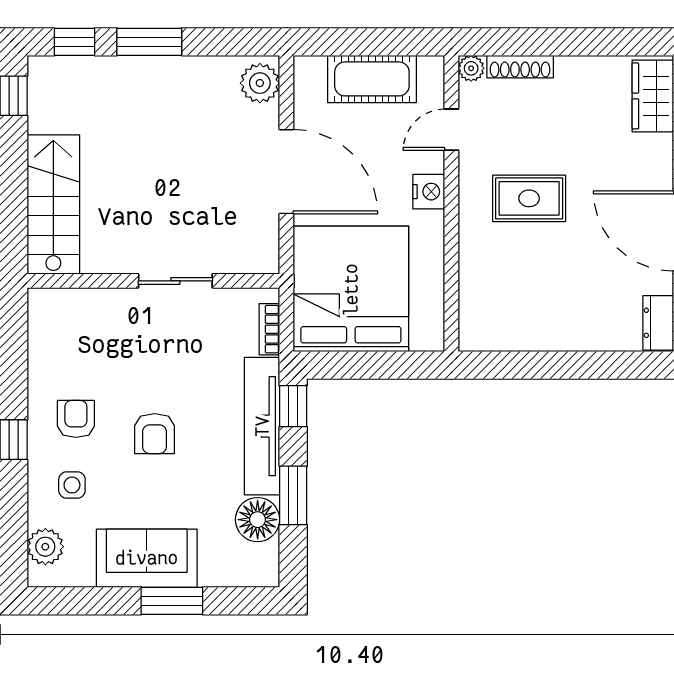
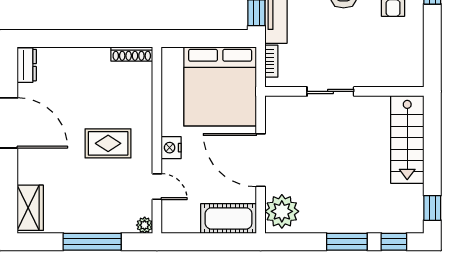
window: (554, 42) -> (92, 242), added
shoe rack: (520, 67) -> (132, 54), moved, turned 180
cot: (372, 79) -> (229, 218), moved
plant: (260, 83) -> (282, 211), width x1.36, depth x1.36
door: (451, 130) -> (157, 187), hinge flipped

